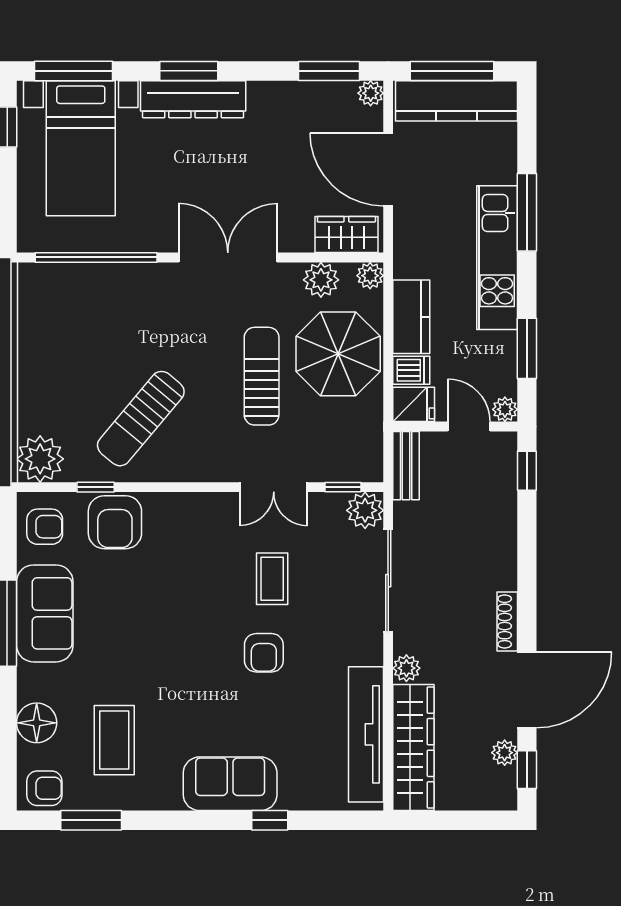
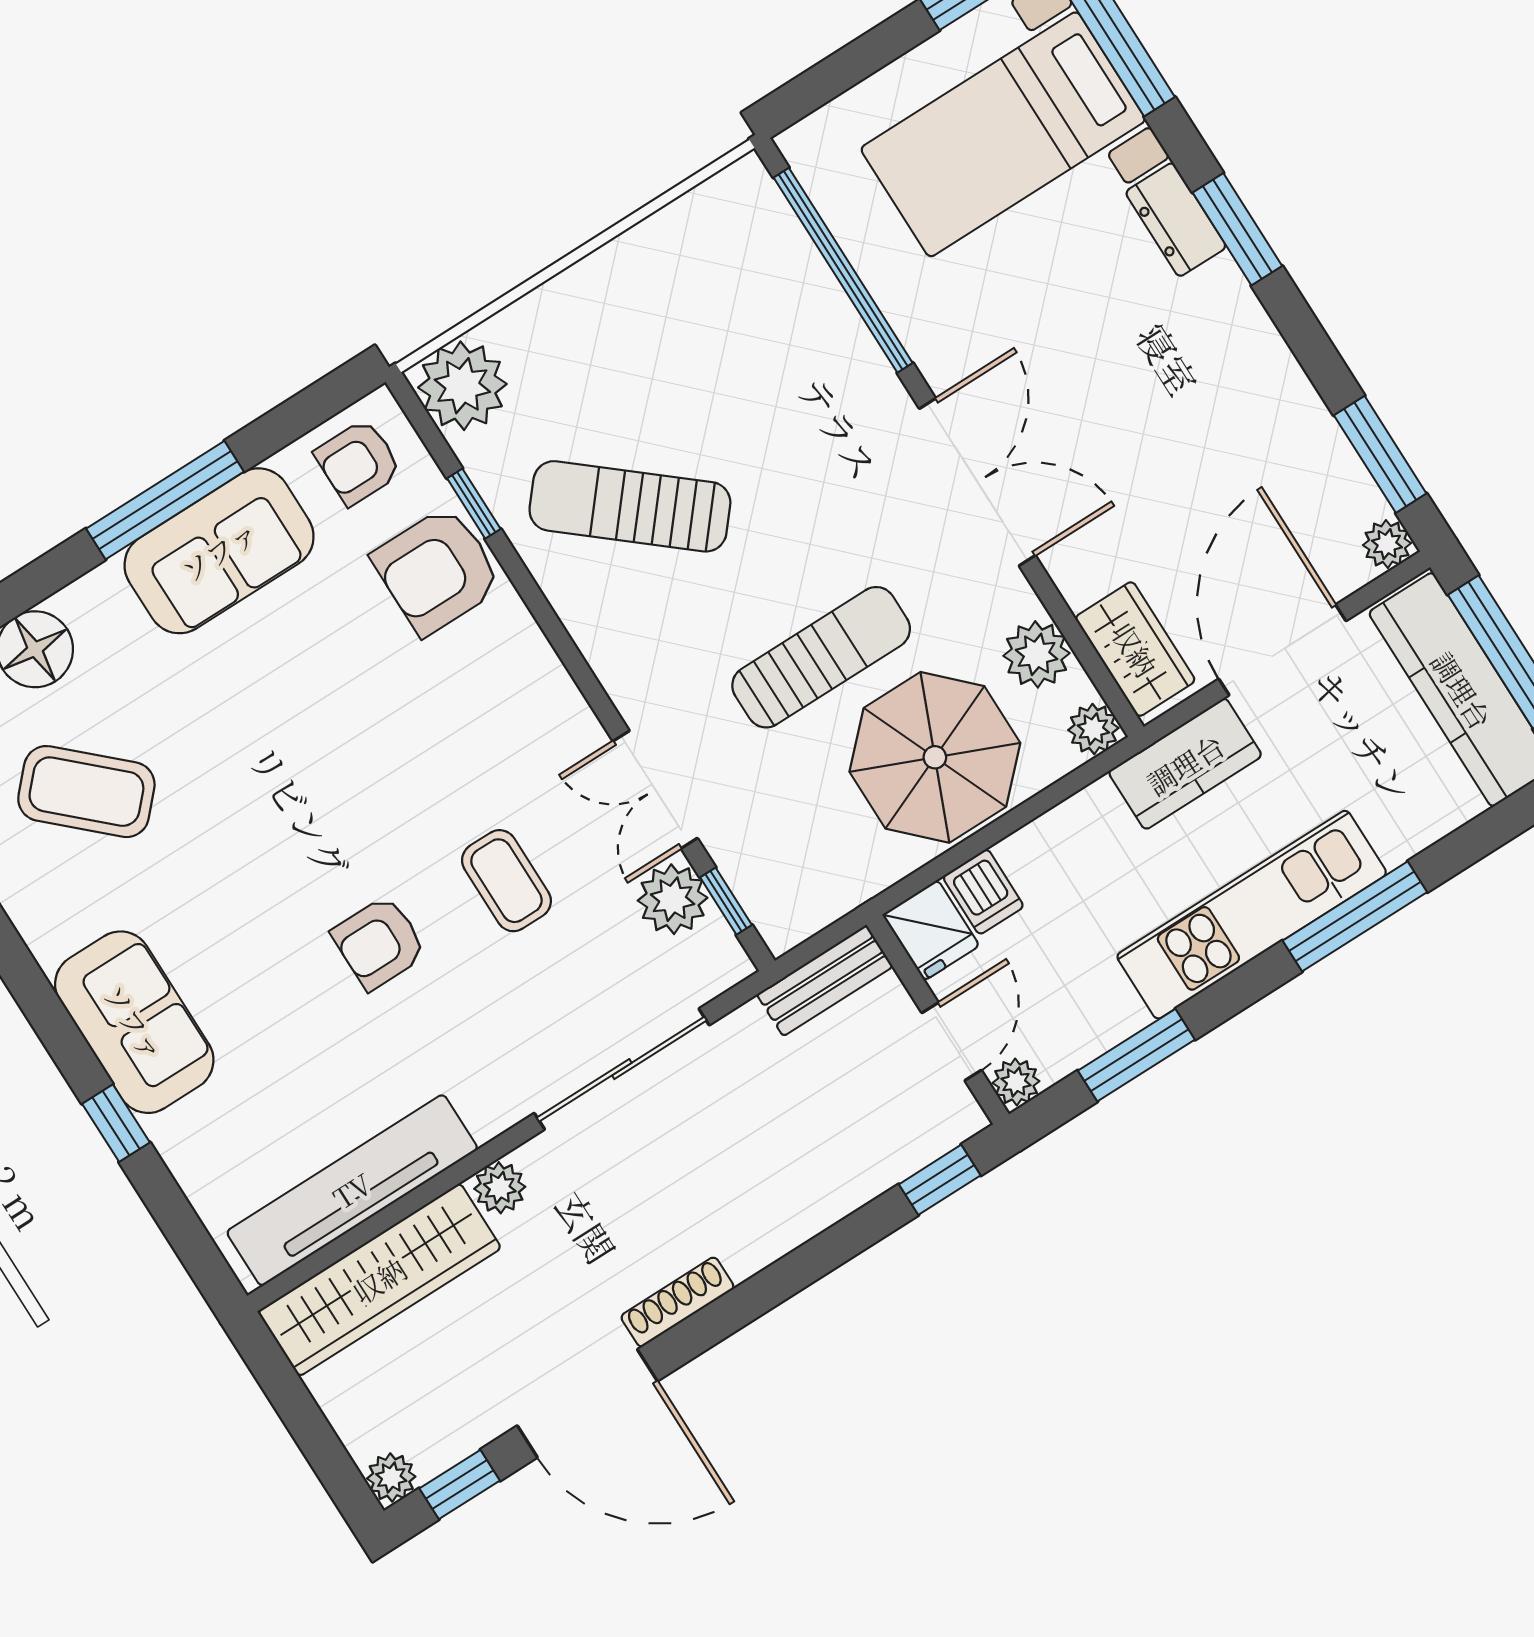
dresser: (193, 99) -> (1176, 220), width x0.51, depth x0.80
kitchen counter: (411, 317) -> (1185, 764), moved
plant: (365, 510) -> (673, 899), moved
armchair: (45, 527) -> (358, 462), turned 90
coffee table: (272, 579) -> (506, 881), turned 90
coffee table: (114, 740) -> (86, 792), turned 43
plant: (505, 753) -> (391, 1478), moved

